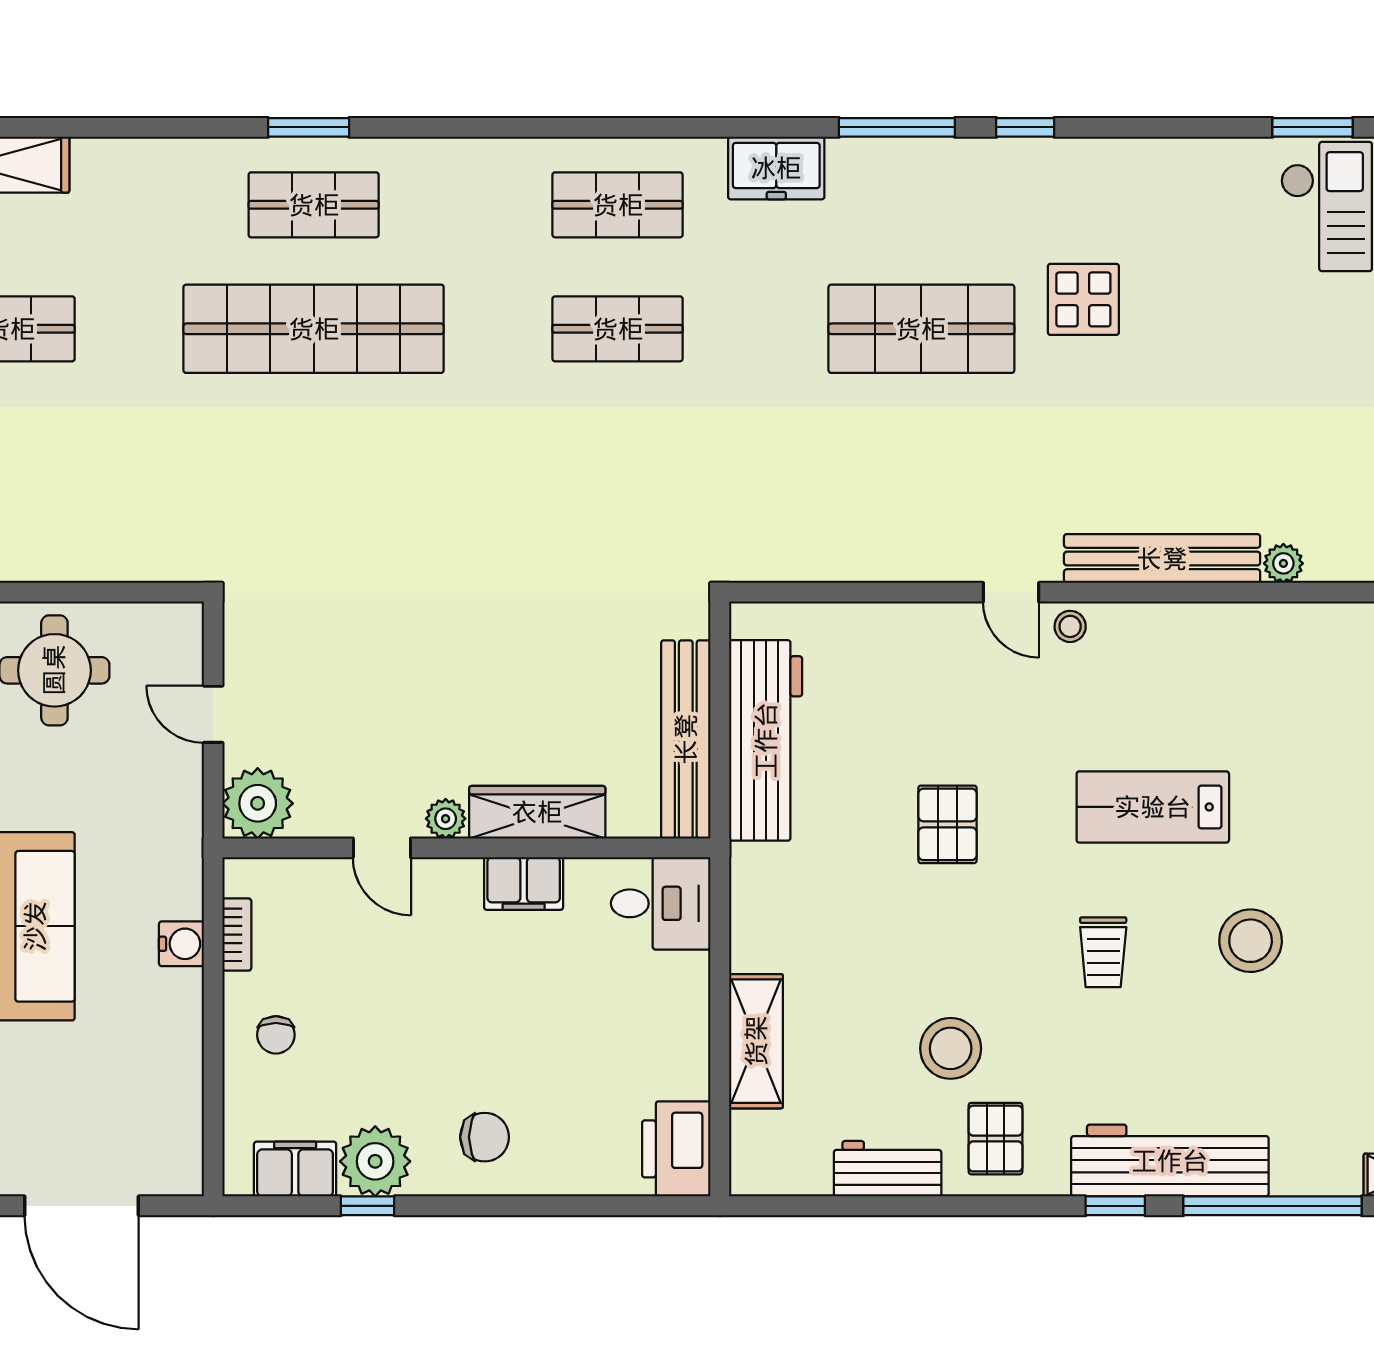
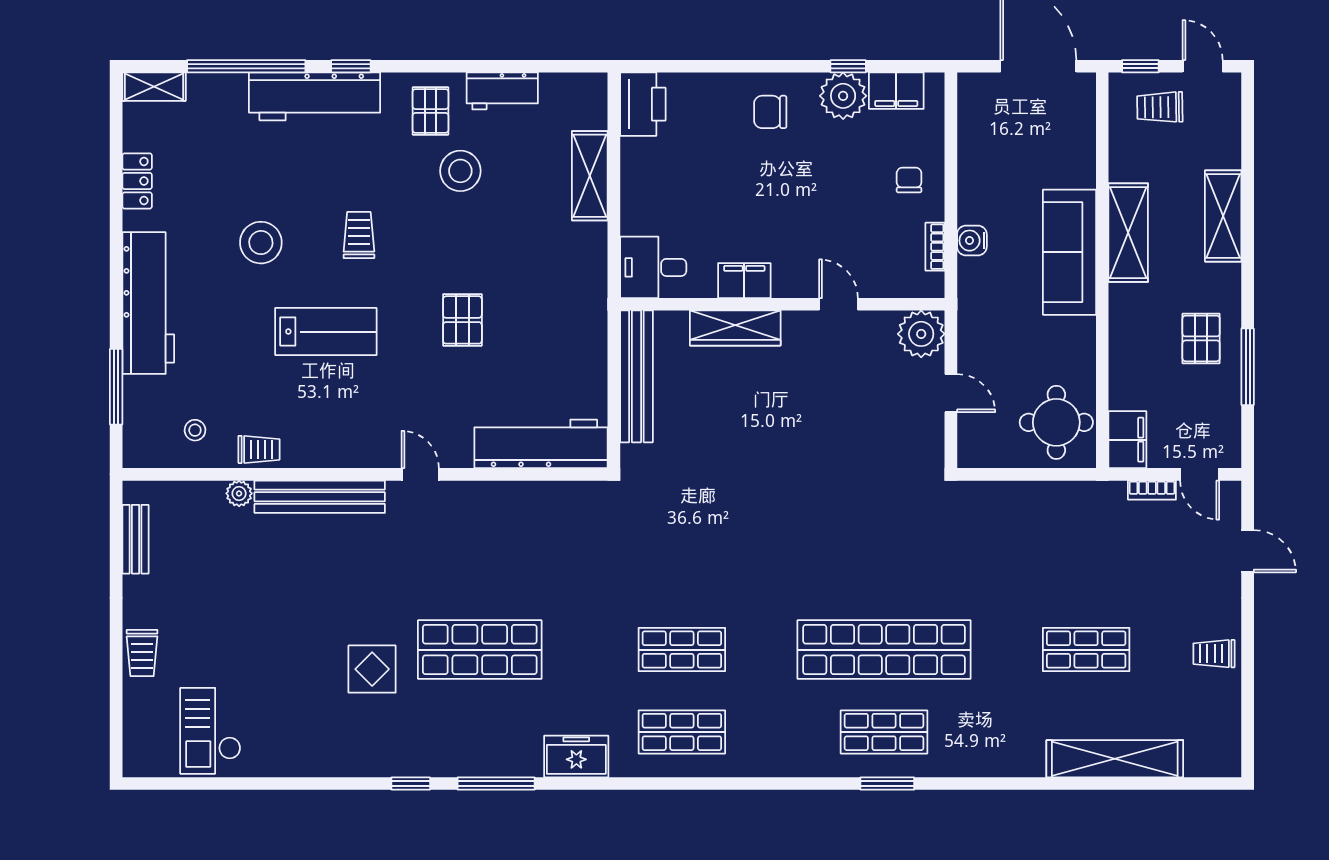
window: (1312, 127) -> (220, 783), removed
stool: (1070, 626) -> (195, 430), moved
trolley: (1253, 630) -> (259, 449), added
workbench: (766, 740) -> (541, 444), moved, turned 90
plant: (446, 819) -> (796, 324), removed

